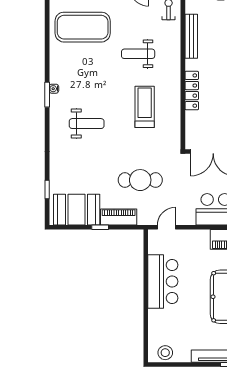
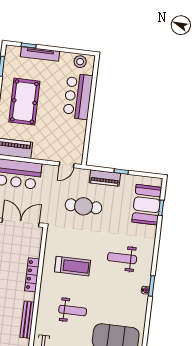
treadmill: (145, 107) -> (73, 266), turned -90
booth: (77, 210) -> (147, 205), moved, turned 90
bar counter: (163, 282) -> (78, 96), moved

